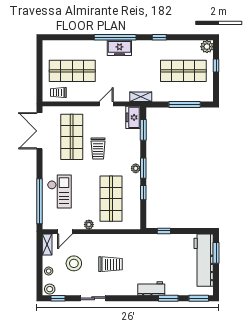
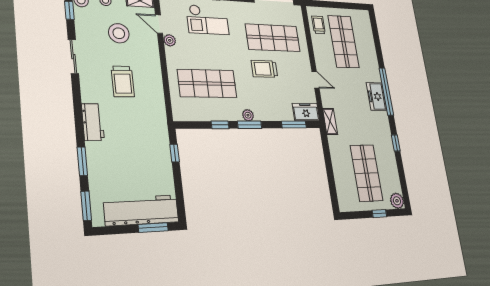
window: (185, 105) -> (330, 176), removed
plant: (89, 225) -> (170, 40), moved
workbench: (151, 288) -> (93, 122), moved

